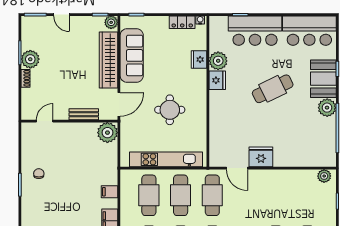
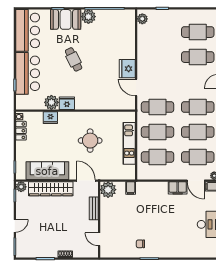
plant: (30, 59) -> (50, 251), removed
cafe table: (273, 89) -> (74, 59), width x0.73, depth x0.74
kitchen unit: (166, 159) -> (129, 143), width x0.73
door: (237, 168) -> (136, 88), swing flipped
filing cabinet: (110, 192) -> (131, 188), moved

